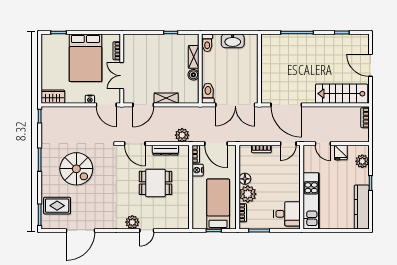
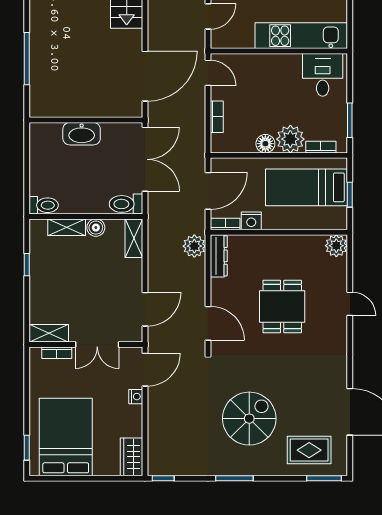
washbasin: (233, 41) -> (82, 134), moved, turned 90
shelving: (129, 46) -> (49, 333), added
bed: (85, 58) -> (66, 437), moved, turned -90
shelving: (166, 98) -> (134, 238), moved
door: (143, 105) -> (145, 309), hinge flipped
door: (135, 144) -> (208, 323), hinge flipped
dresser: (165, 150) -> (219, 256), moved
dining table: (155, 183) -> (282, 307), moved
rug: (57, 206) -> (309, 450), turned 90
plant: (132, 222) -> (336, 246), moved

